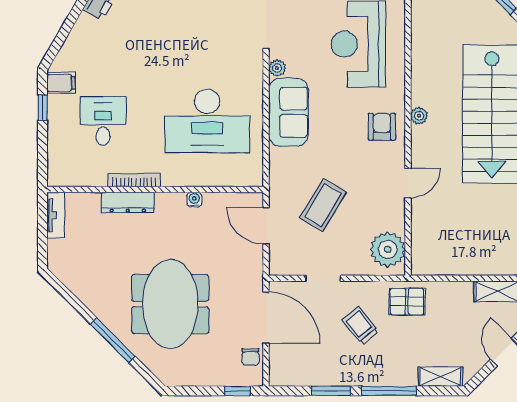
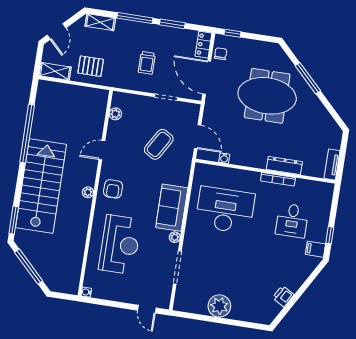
water cooler: (194, 200) -> (224, 158), moved
plant: (388, 249) -> (115, 114), width x0.53, depth x0.53
pallet: (407, 302) -> (91, 66), moved
meeting table: (170, 304) -> (267, 96), turned 90
trolley: (360, 326) -> (147, 63), turned 39
locker: (279, 367) -> (203, 45), added

